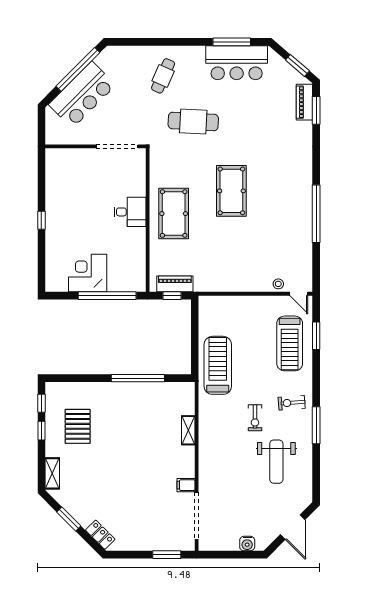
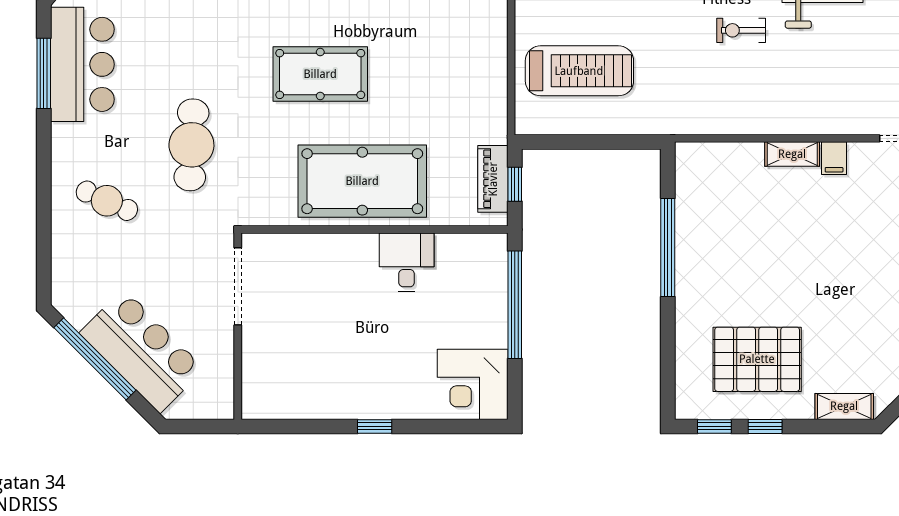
desk: (130, 212) -> (407, 262), moved
pool table: (174, 214) -> (362, 181), width x1.36, depth x1.32
corner desk: (88, 273) -> (473, 384), moved
treadmill: (218, 365) -> (579, 71), moved, turned 180
exercise bike: (255, 418) -> (741, 30), turned 180
pallet: (78, 426) -> (757, 359), width x1.37, depth x1.41
shelving: (188, 430) -> (792, 154), moved
filing cabinet: (186, 485) -> (834, 158), moved

